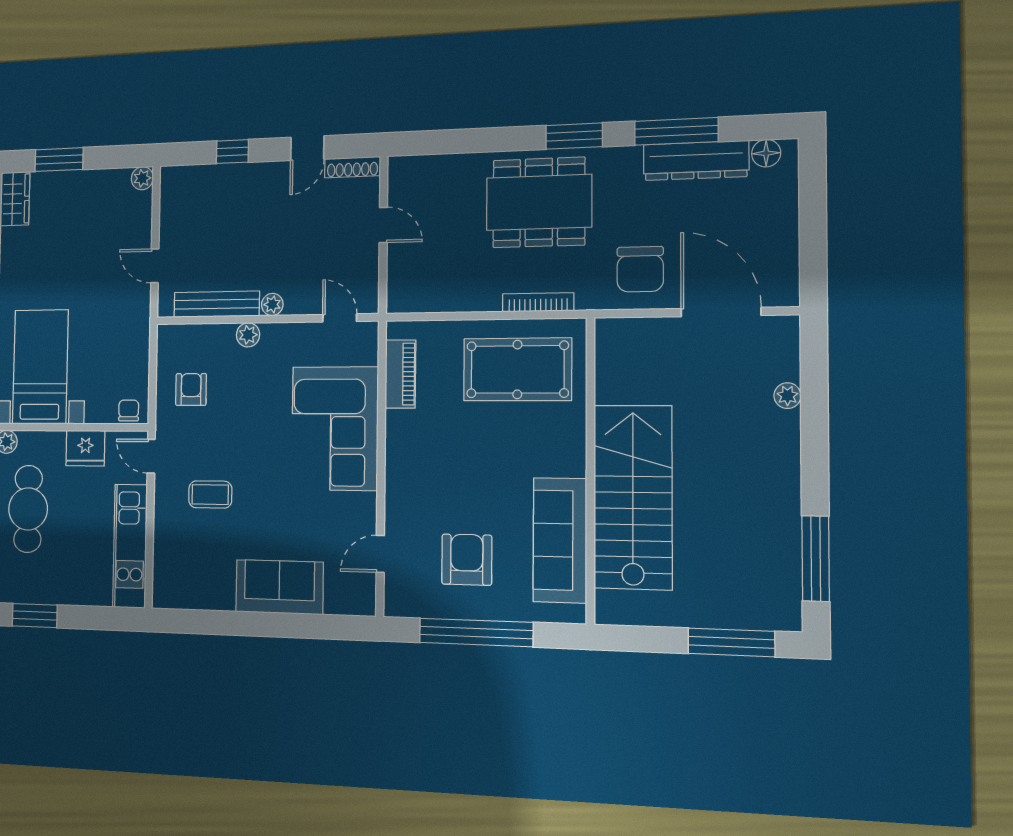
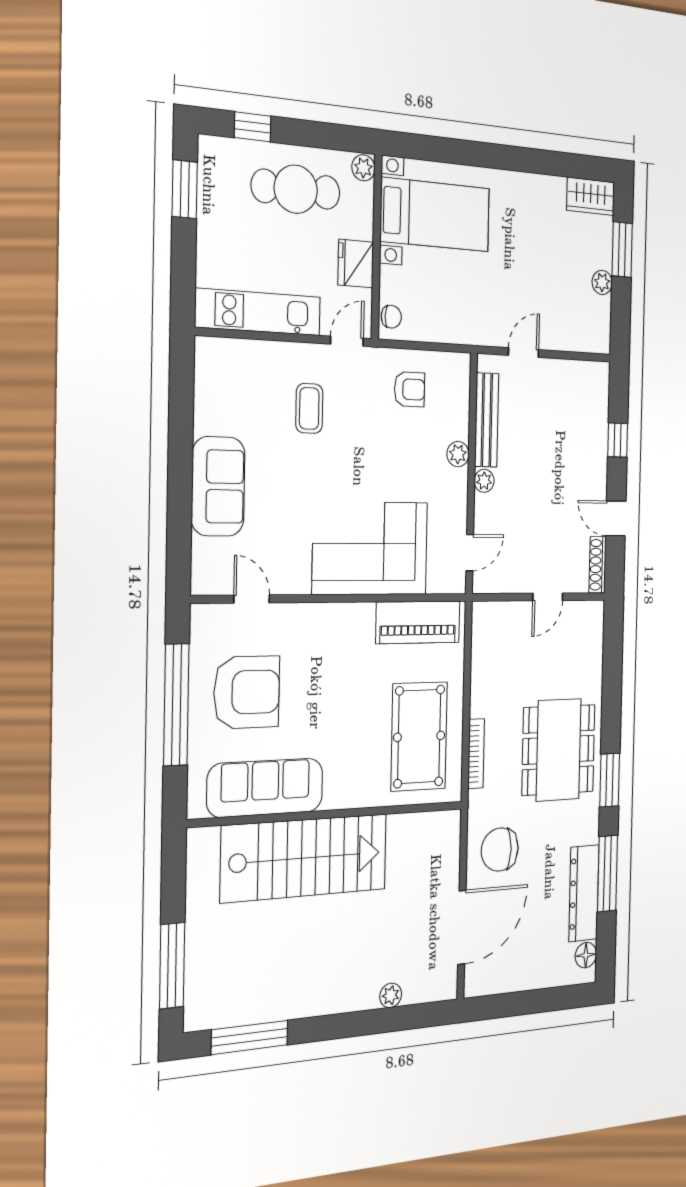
plant: (142, 178) -> (602, 282), moved
piano: (400, 374) -> (418, 622), width x1.37, depth x1.33
armchair: (467, 560) -> (247, 692), width x1.36, depth x1.36

